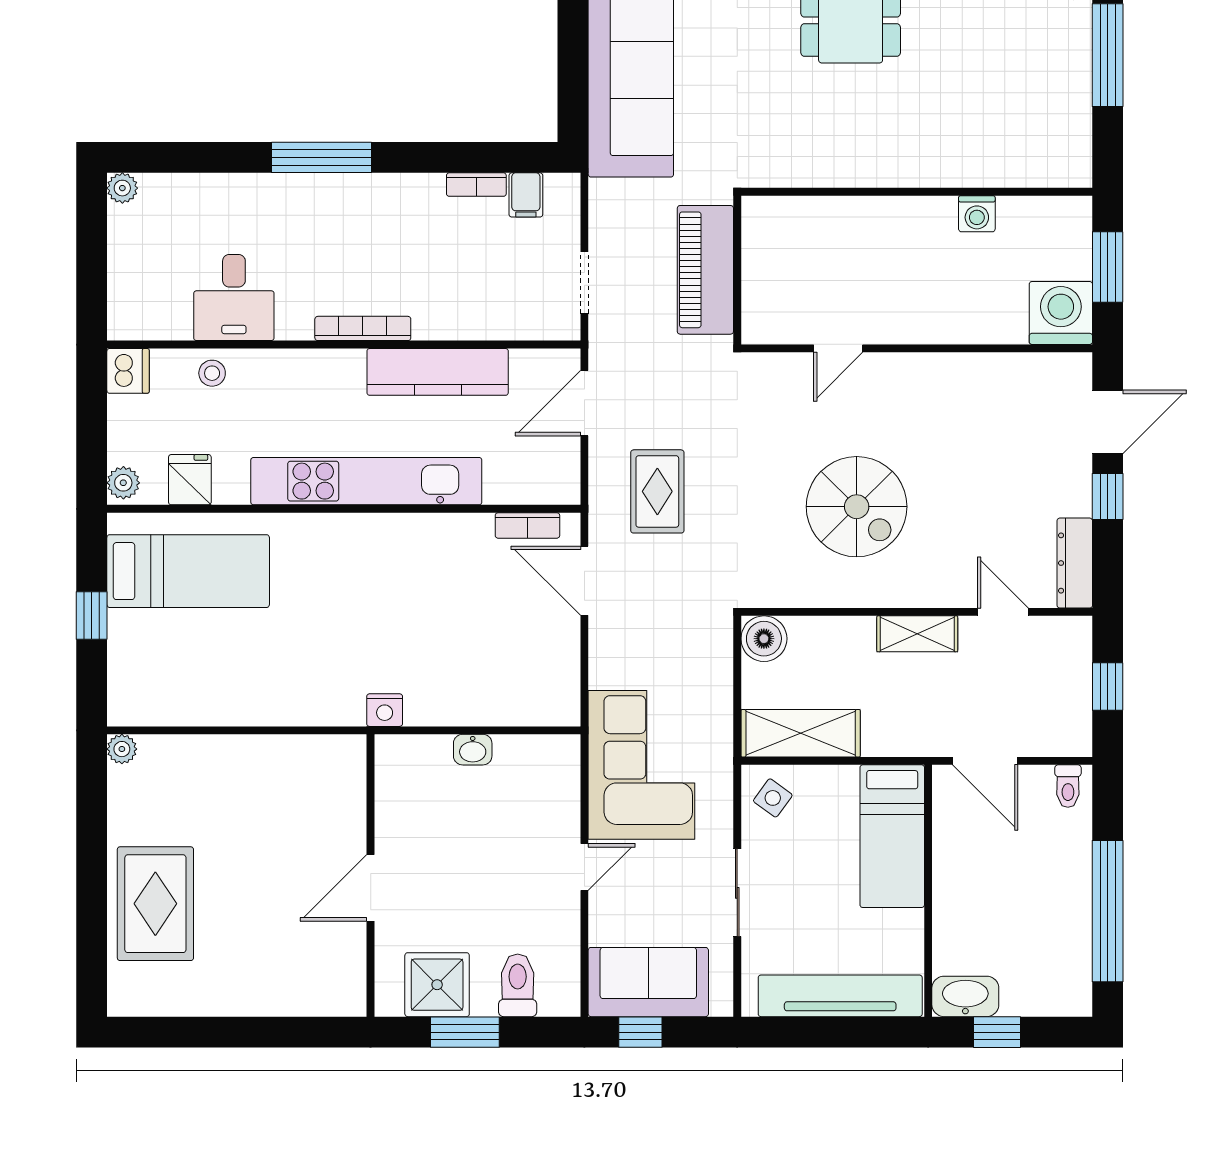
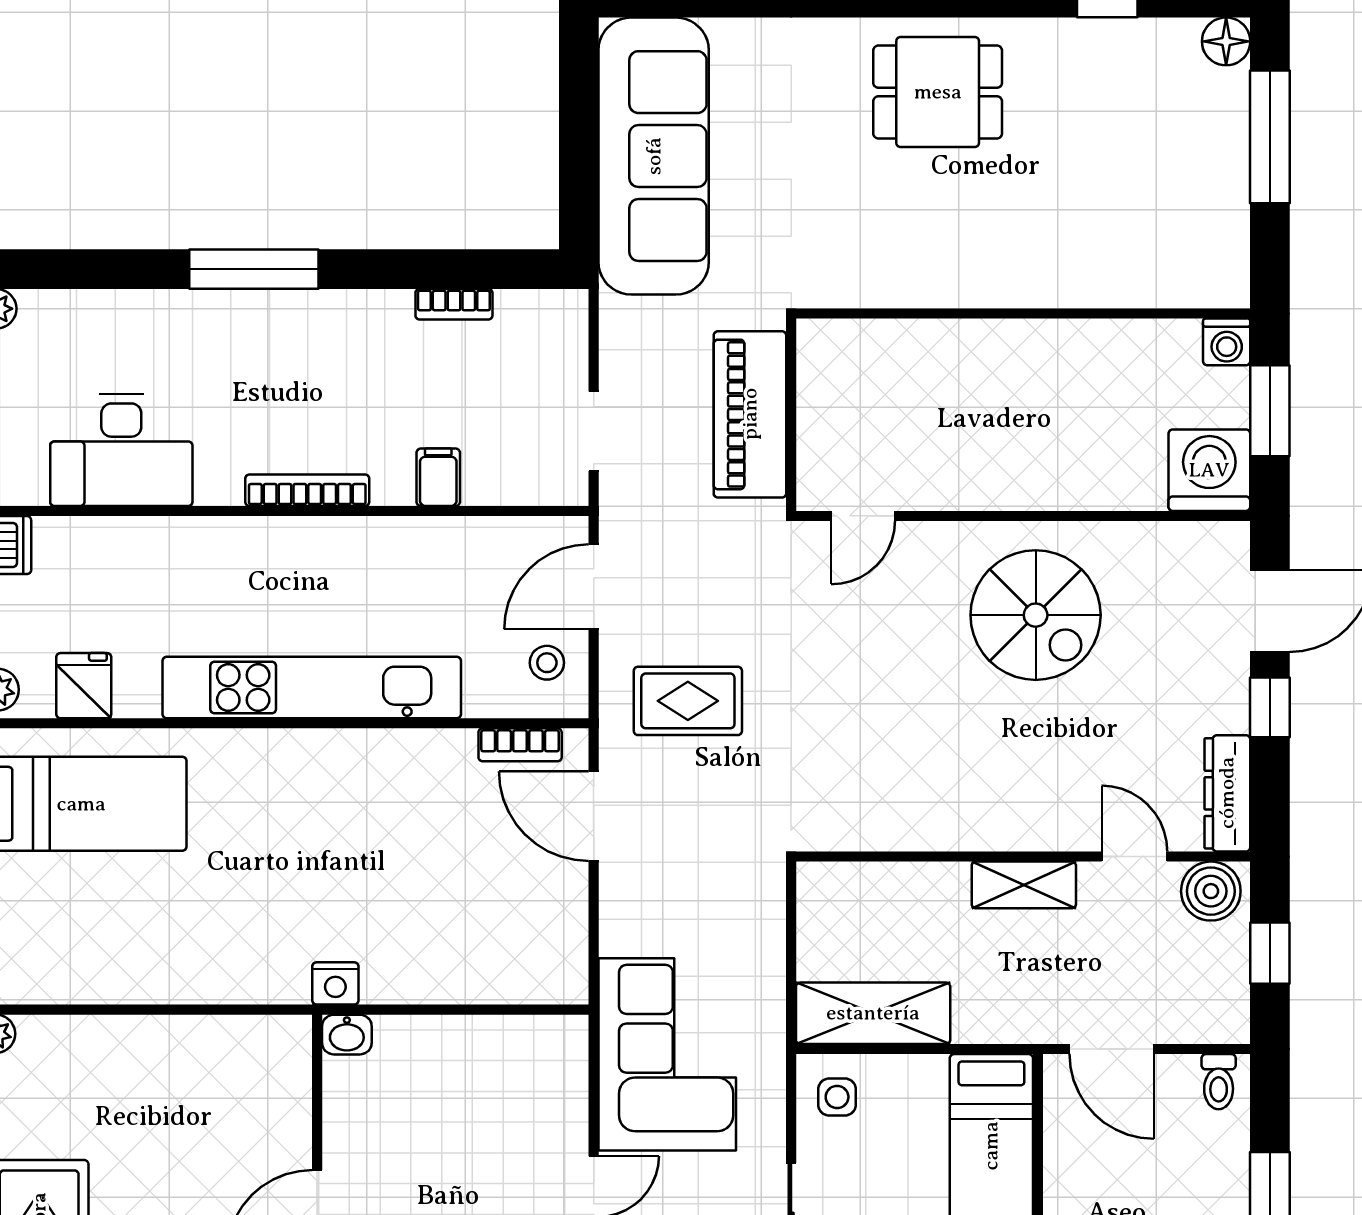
filing cabinet: (526, 195) -> (438, 477), moved, turned 180
washing machine: (977, 214) -> (1227, 342), moved
desk: (234, 298) -> (121, 450), width x1.37
door: (838, 348) -> (863, 516), moved
kitchen counter: (438, 372) -> (404, 546), removed
stool: (212, 373) -> (547, 663), moved
rug: (657, 491) -> (688, 701), turned 90
spiral stairs: (857, 507) -> (1036, 615), moved
boiler: (764, 639) -> (1211, 891), moved
washbasin: (473, 750) -> (347, 1035), moved
side table: (773, 798) -> (837, 1097), turned -36

